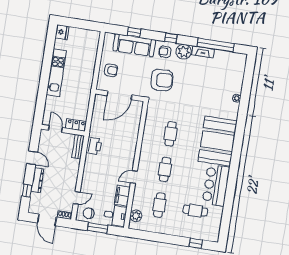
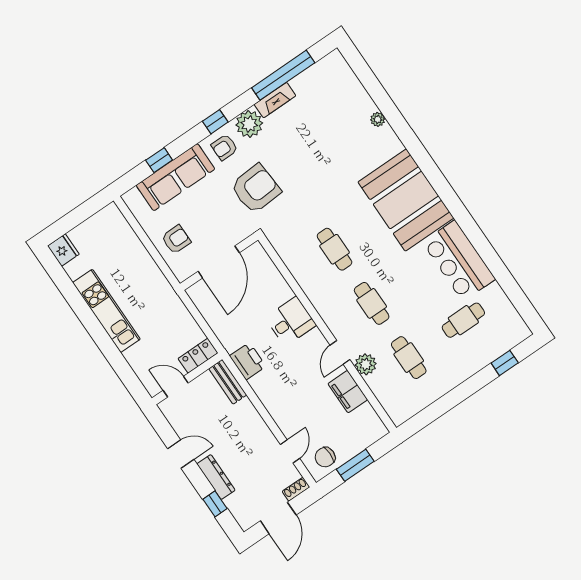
desk: (115, 215) -> (291, 321), moved
plant: (136, 216) -> (366, 364), moved
door: (47, 220) -> (278, 518), hinge flipped

